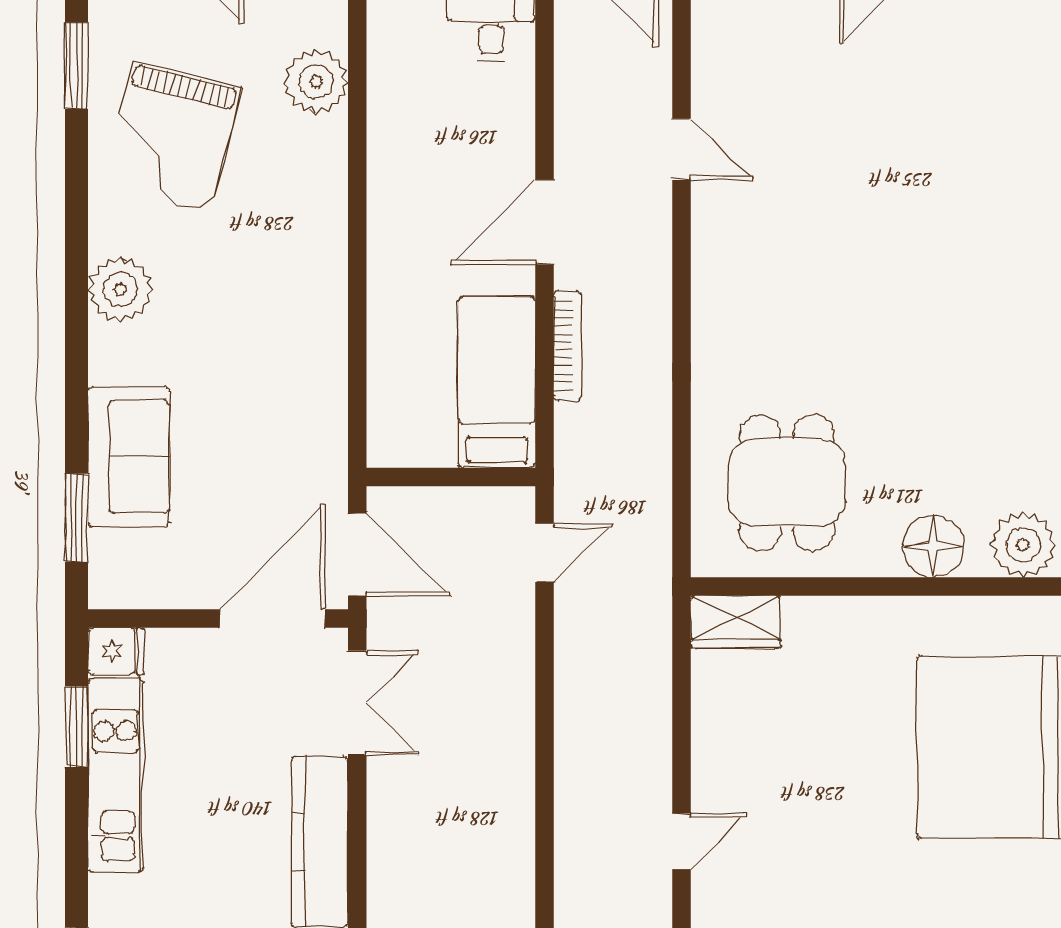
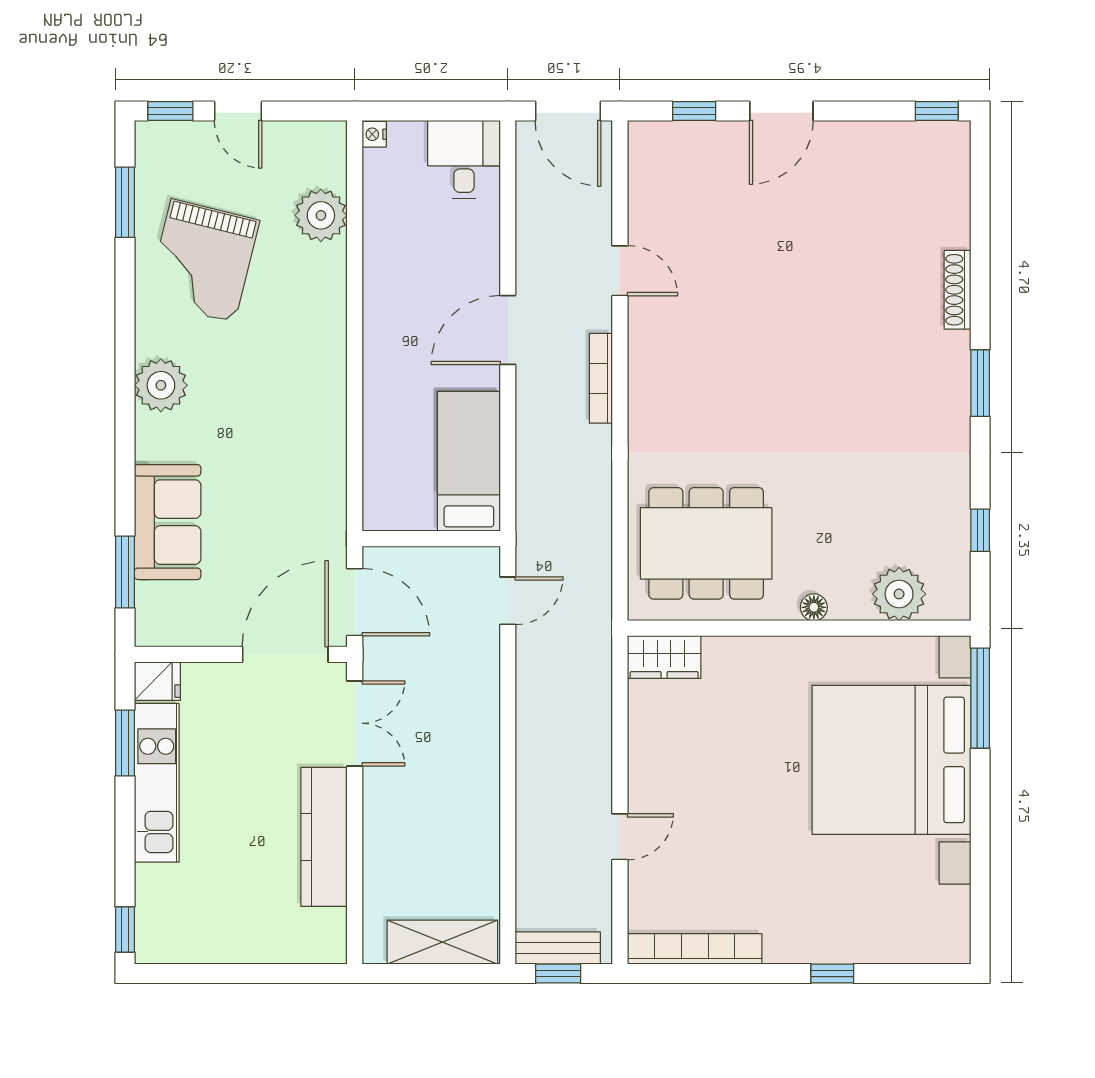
bookcase: (568, 346) -> (601, 378), moved, turned 180
dining table: (787, 483) -> (706, 543), width x1.38
floor lamp: (933, 546) -> (814, 607), width x0.53, depth x0.53

